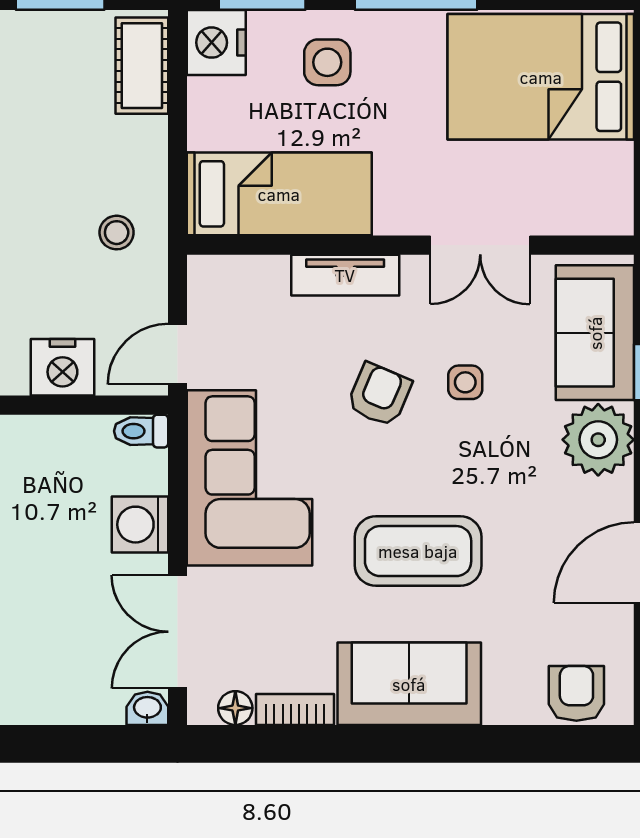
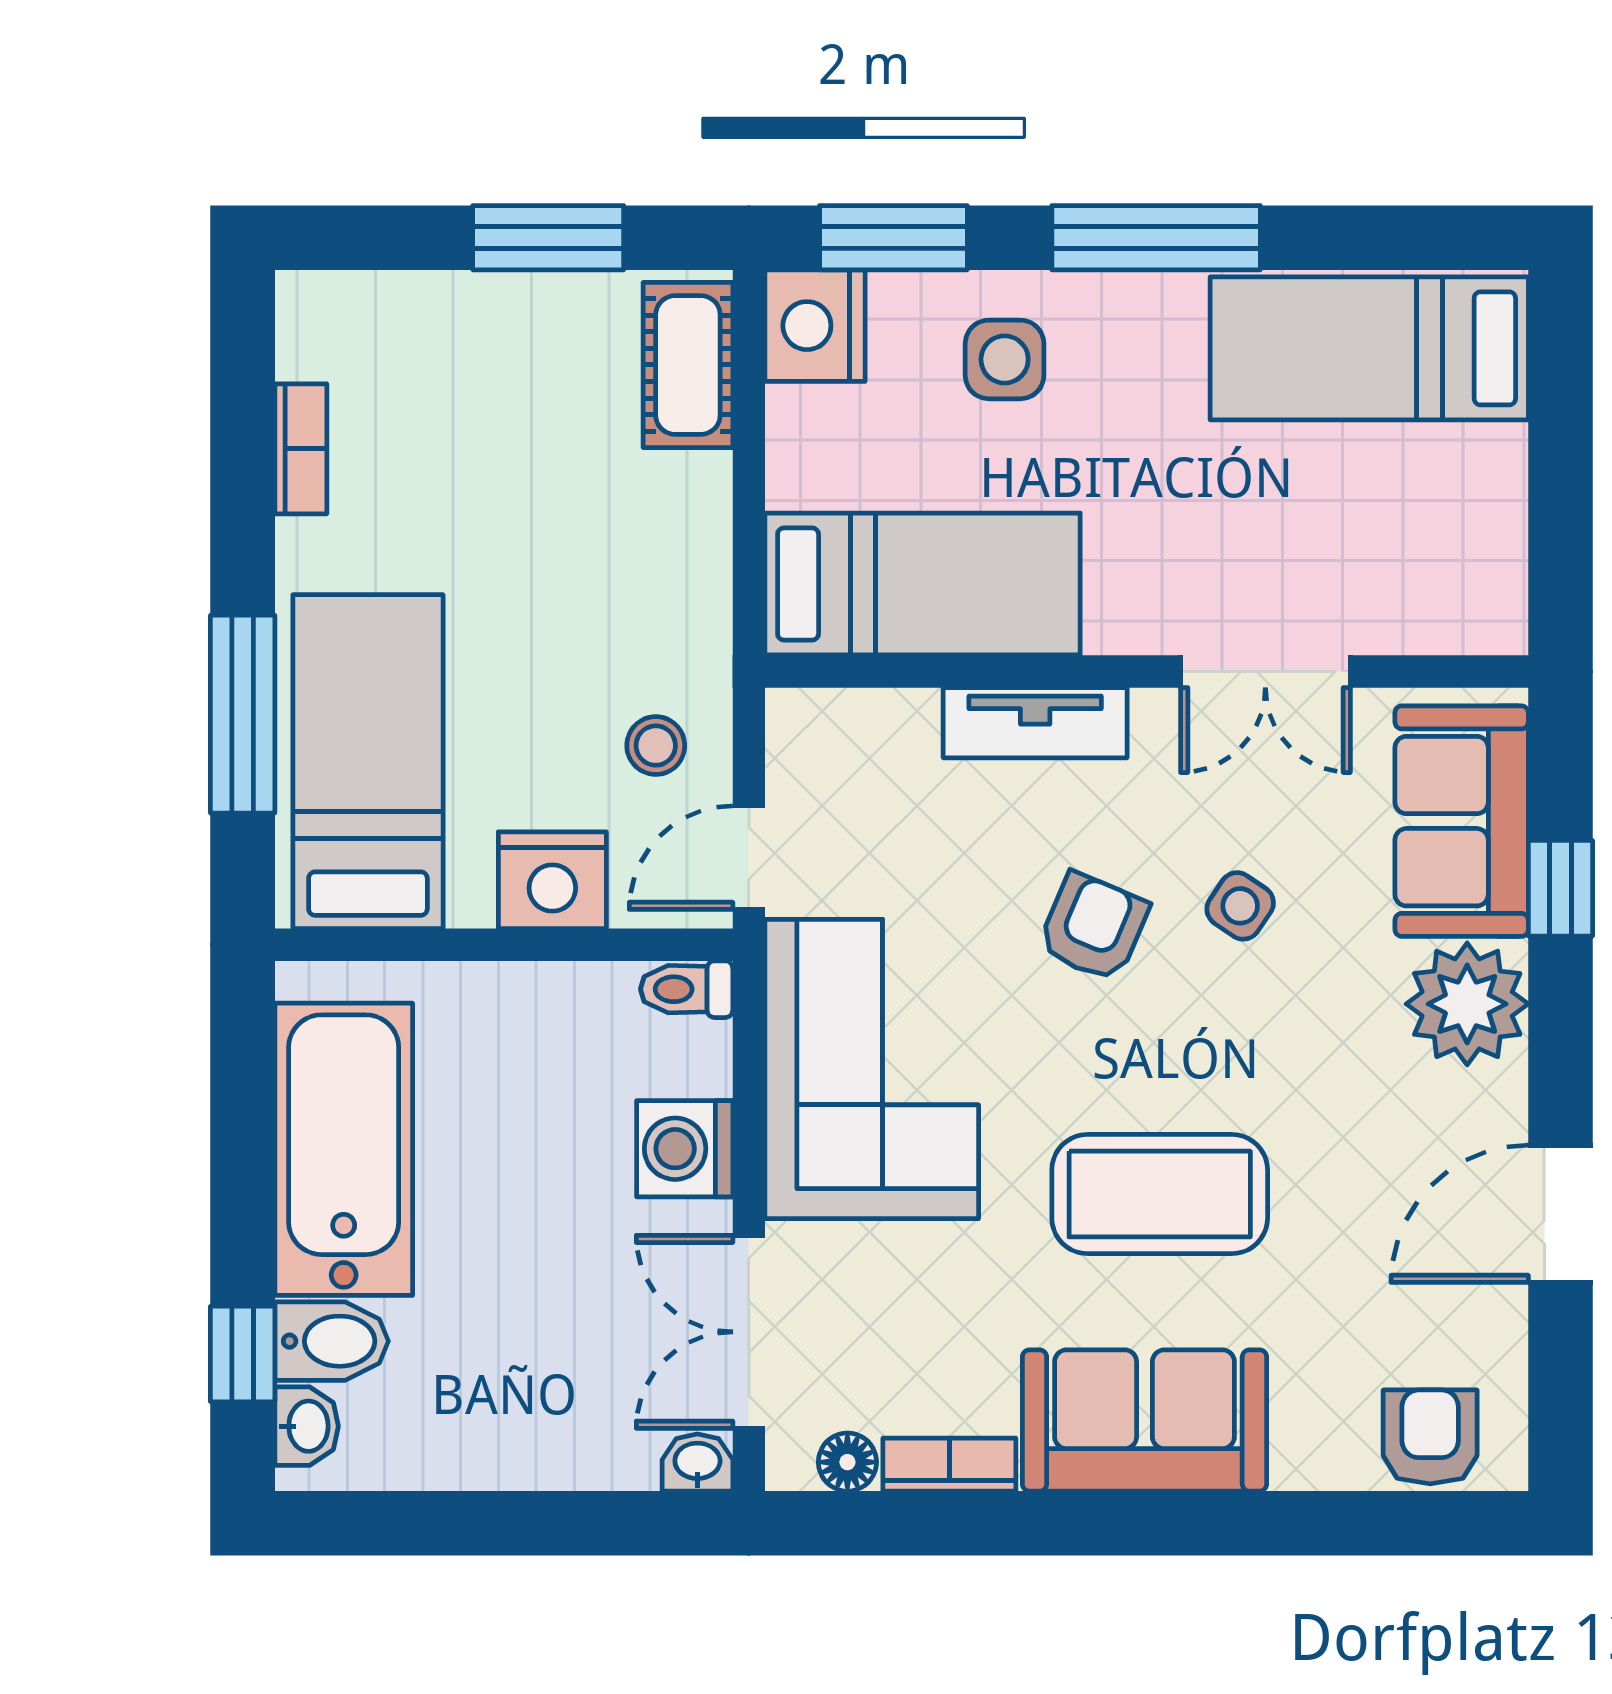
bed: (541, 77) -> (1369, 348), width x0.67
stool: (117, 233) -> (656, 746), moved
side table: (465, 382) -> (1240, 906), turned 34

